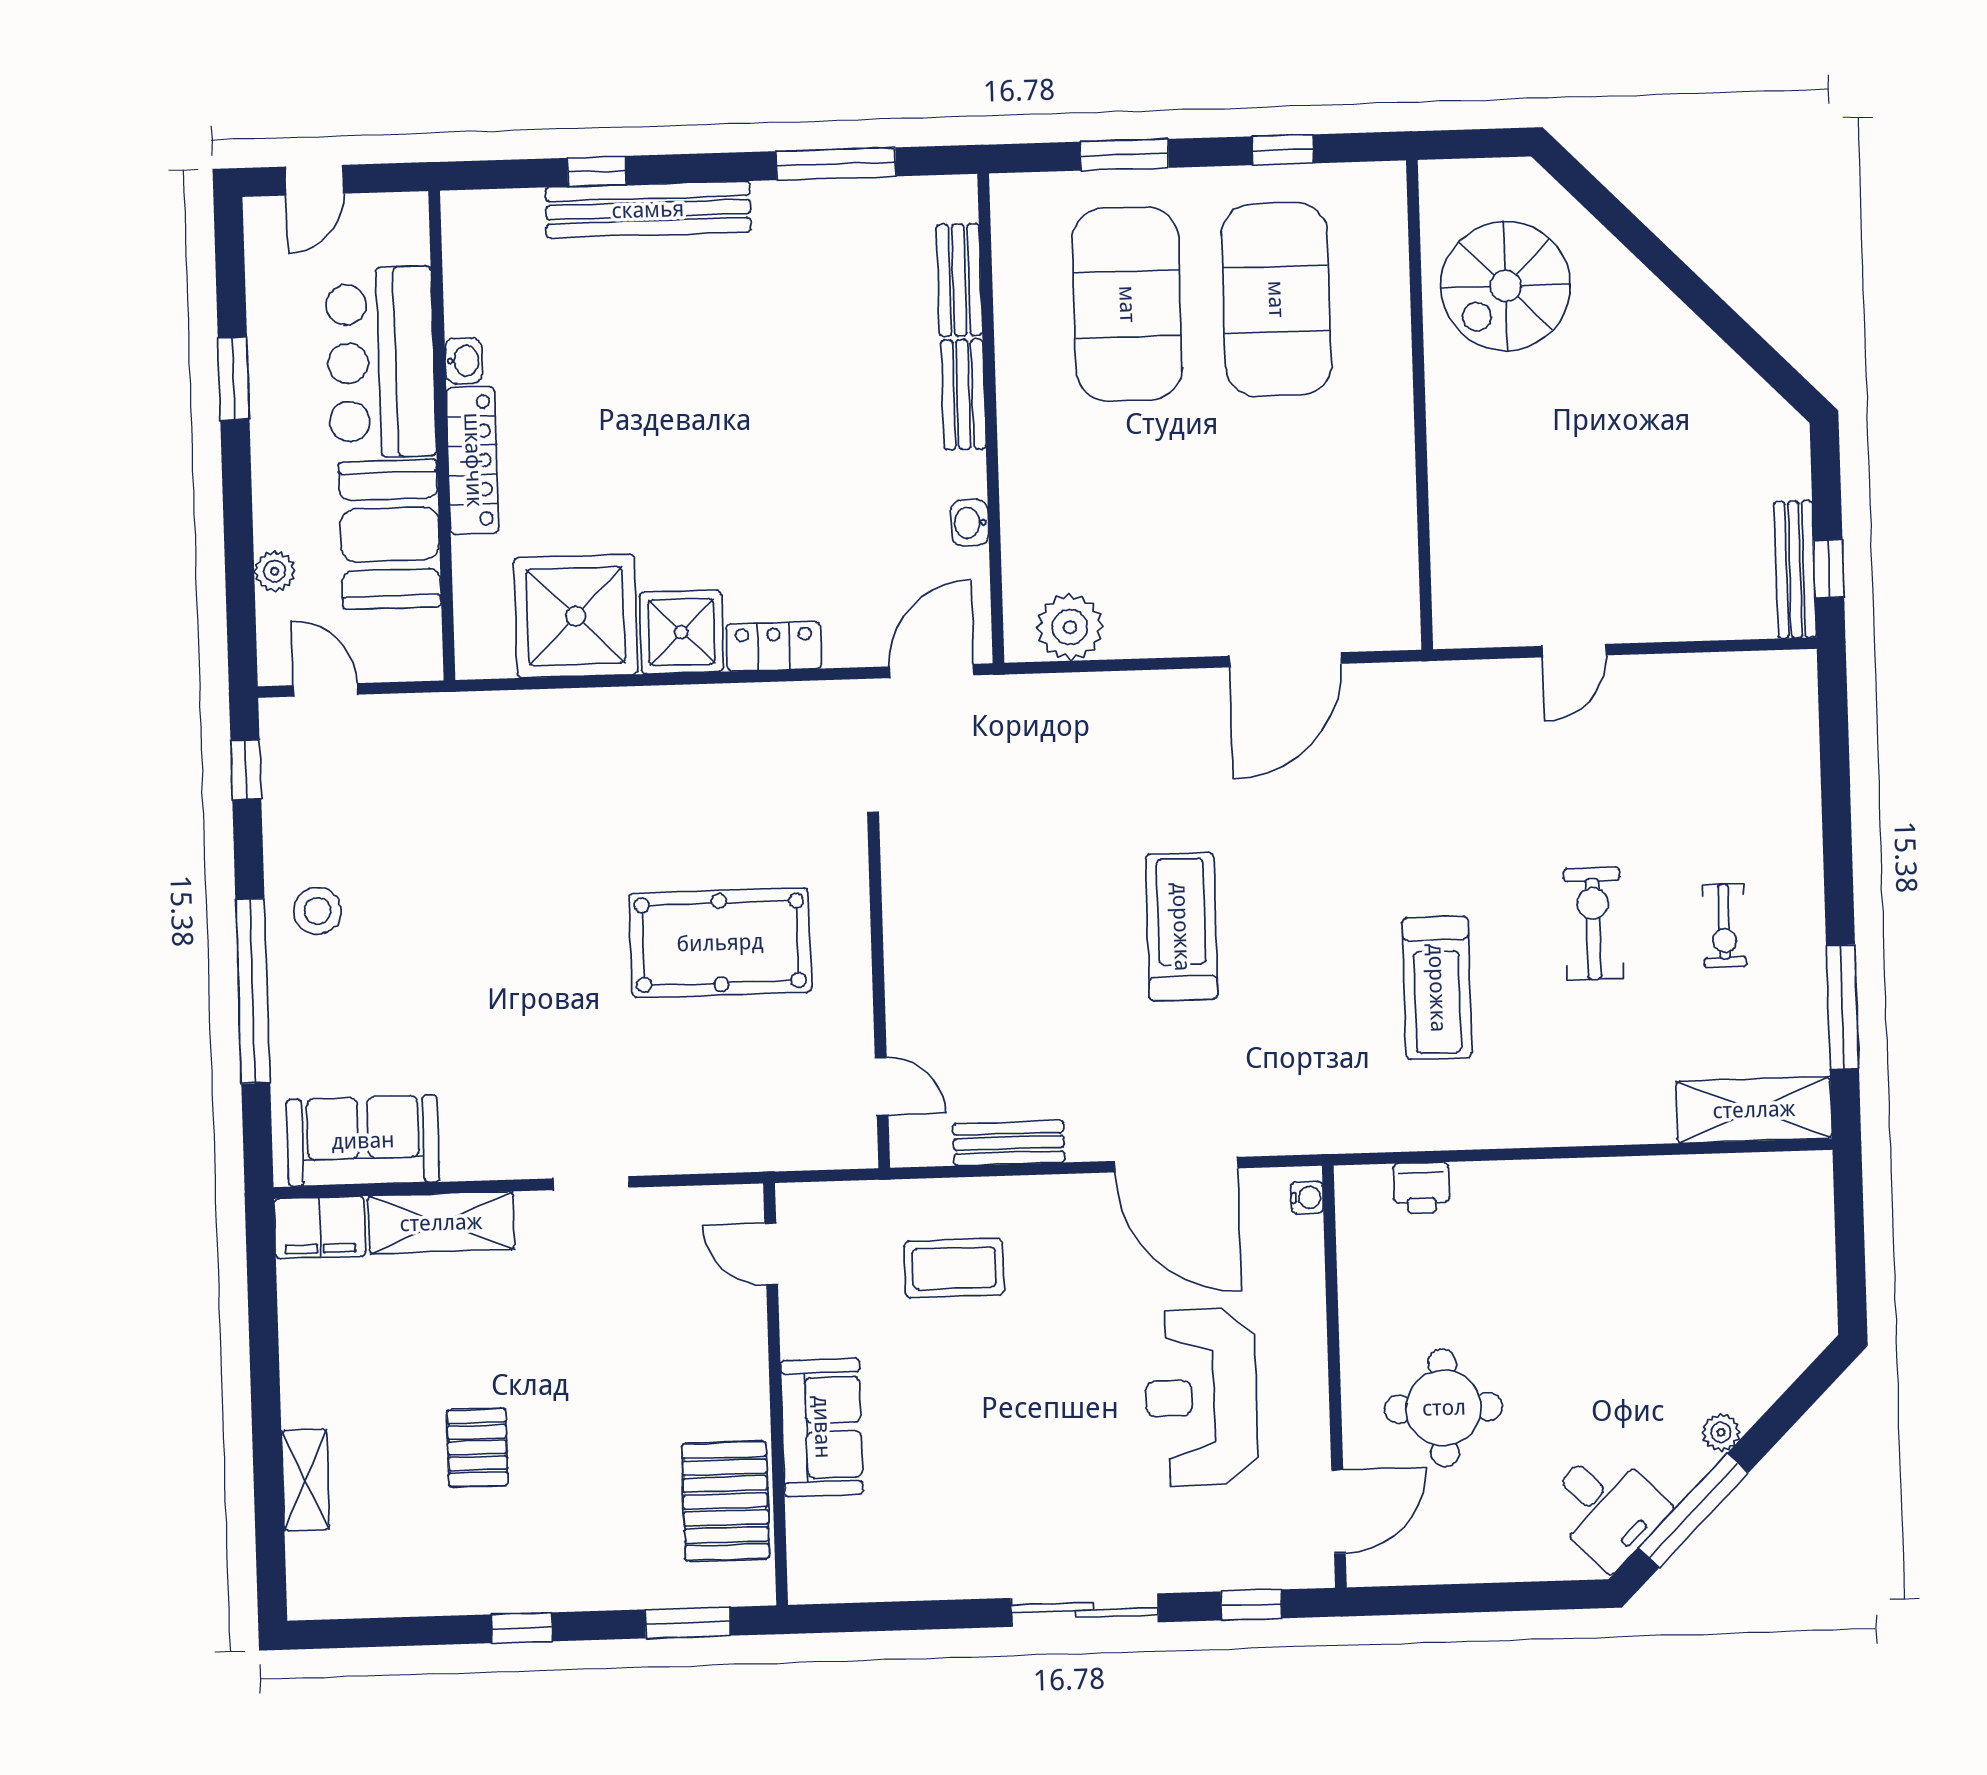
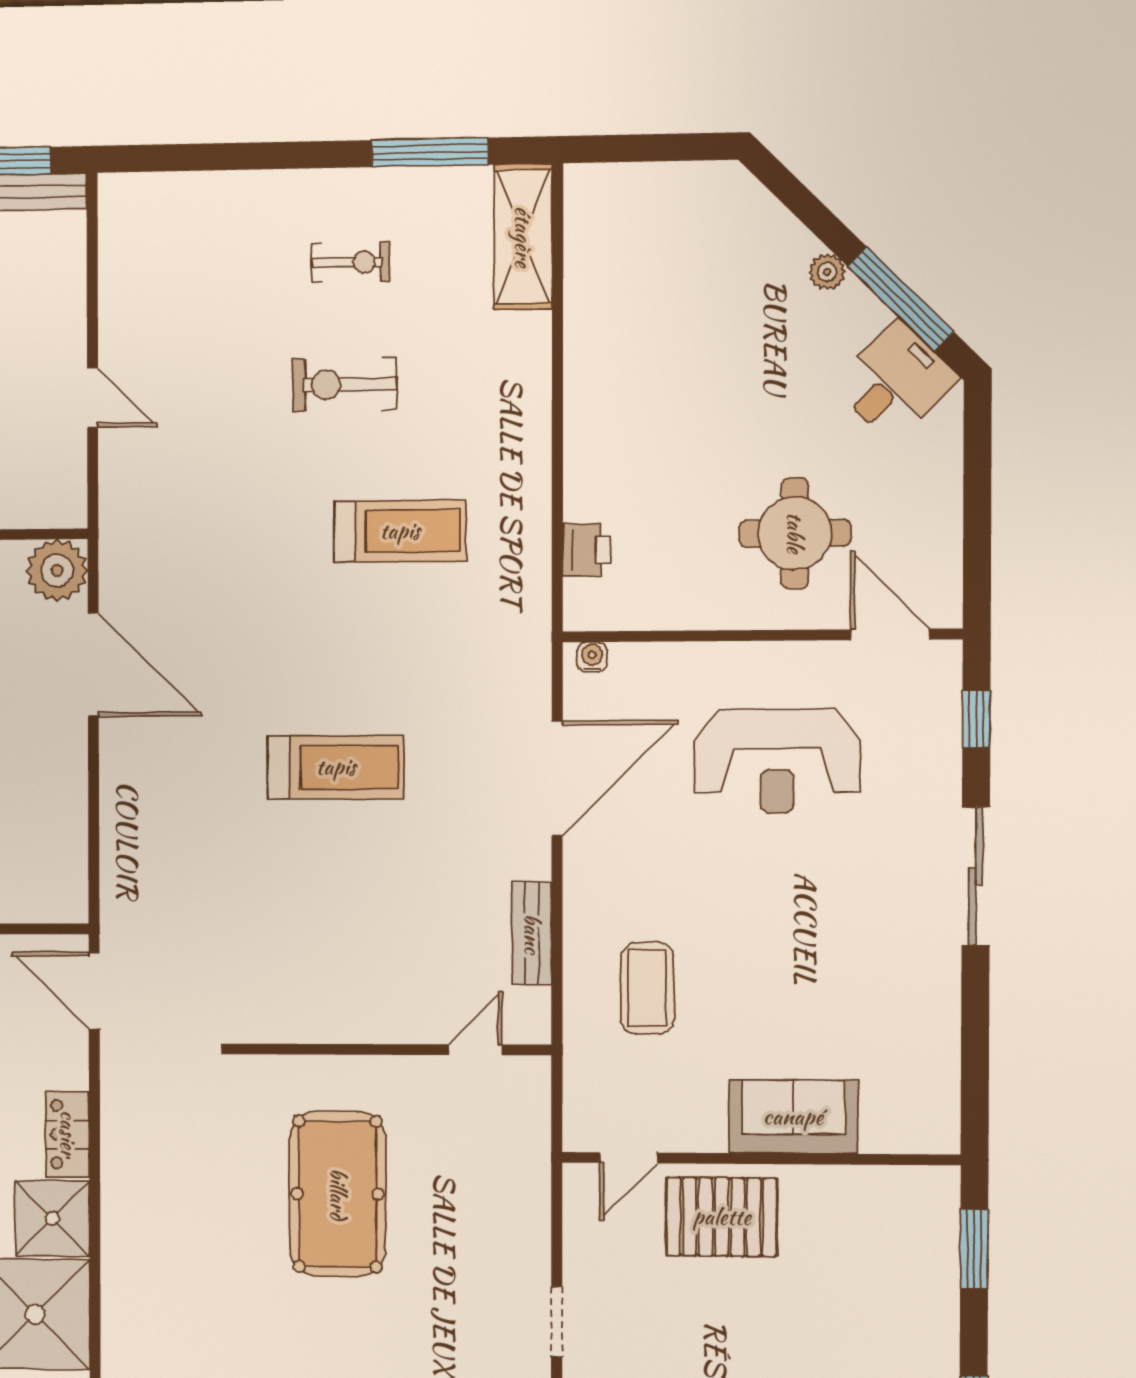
plant: (1070, 627) -> (57, 570), moved
treadmill: (1181, 927) -> (336, 767), turned 180
pallet: (726, 1501) -> (722, 1217), moved

